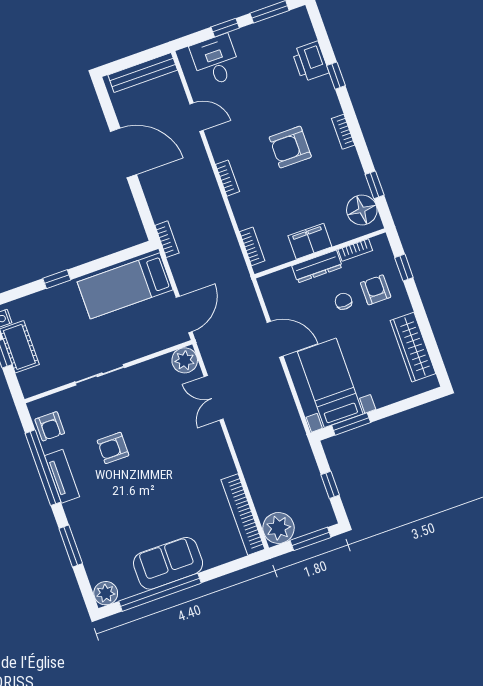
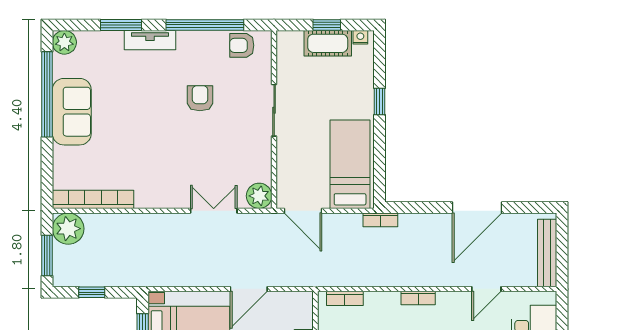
tv unit: (62, 476) -> (150, 40), moved

